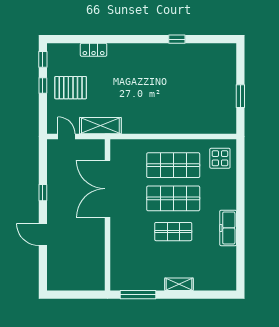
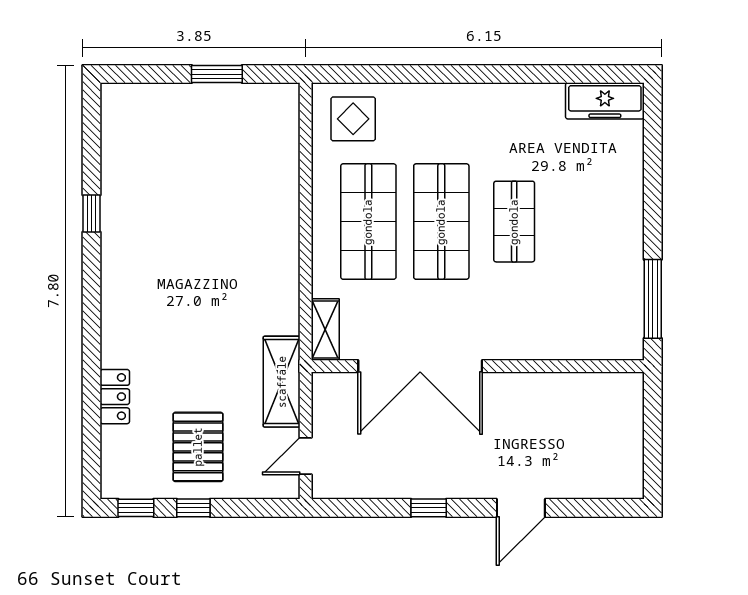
freezer: (228, 228) -> (605, 101), moved
shelving: (179, 284) -> (325, 329), moved

